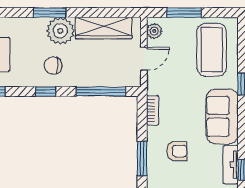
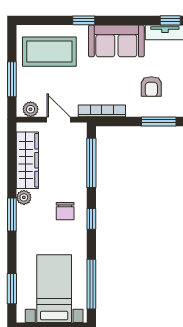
plant: (60, 31) -> (24, 197), width x0.53, depth x0.53
bookcase: (153, 110) -> (102, 111), width x1.56
armchair: (177, 151) -> (151, 87), turned 180

